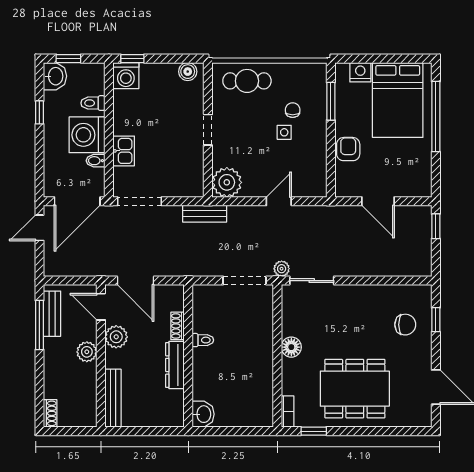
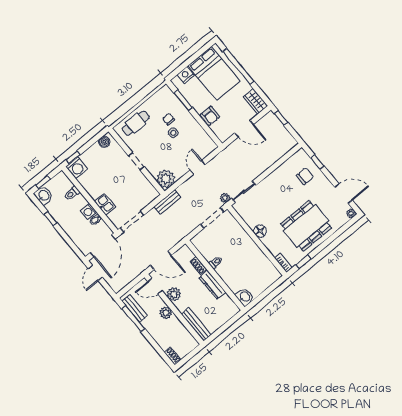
washing machine: (87, 135) -> (89, 211), width x0.53, depth x0.53
armchair: (348, 149) -> (210, 116), turned 180
wardrobe: (421, 179) -> (256, 101), added
plant: (424, 420) -> (351, 213), added

